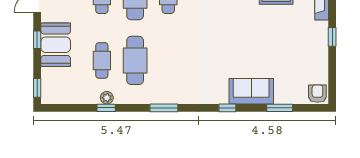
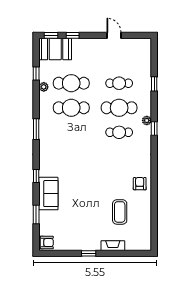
window: (37, 40) -> (73, 35), moved
booth: (56, 45) -> (55, 49), moved
cafe table: (102, 60) -> (71, 83), width x1.37, depth x1.35
window: (106, 108) -> (36, 74), moved

